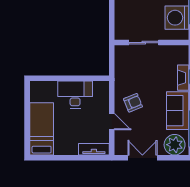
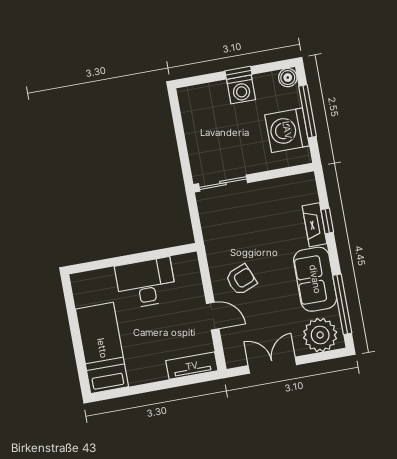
sliding door: (144, 43) -> (223, 183), moved

